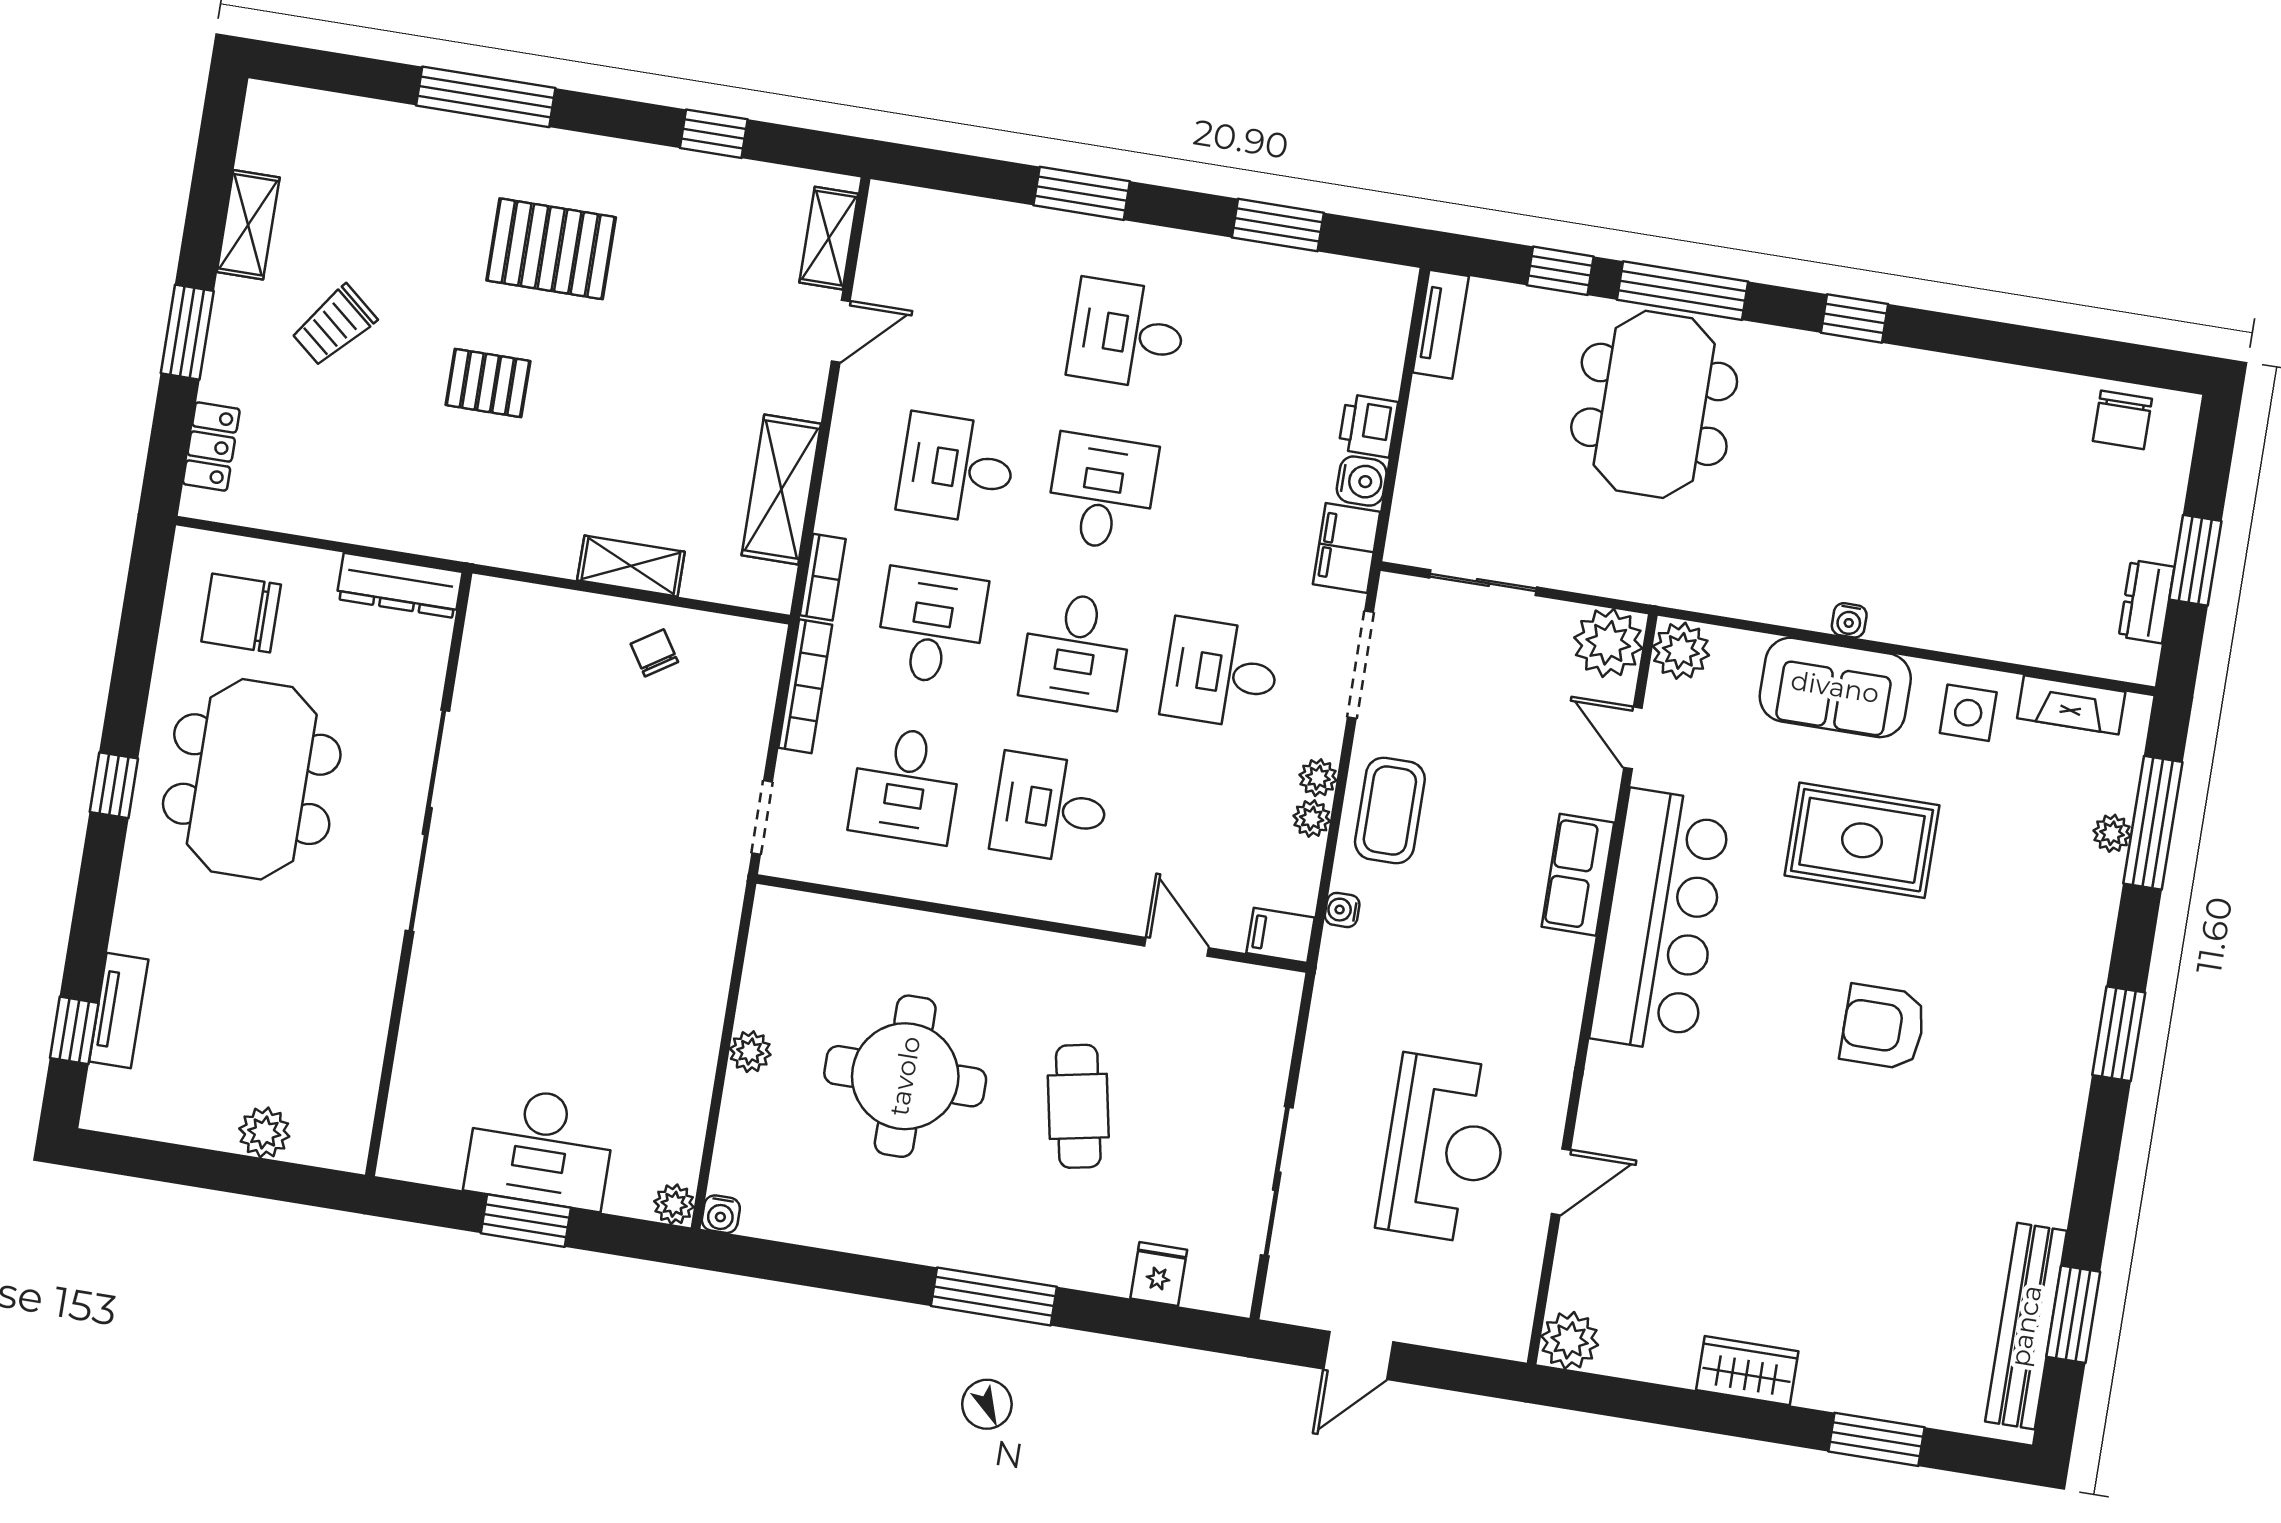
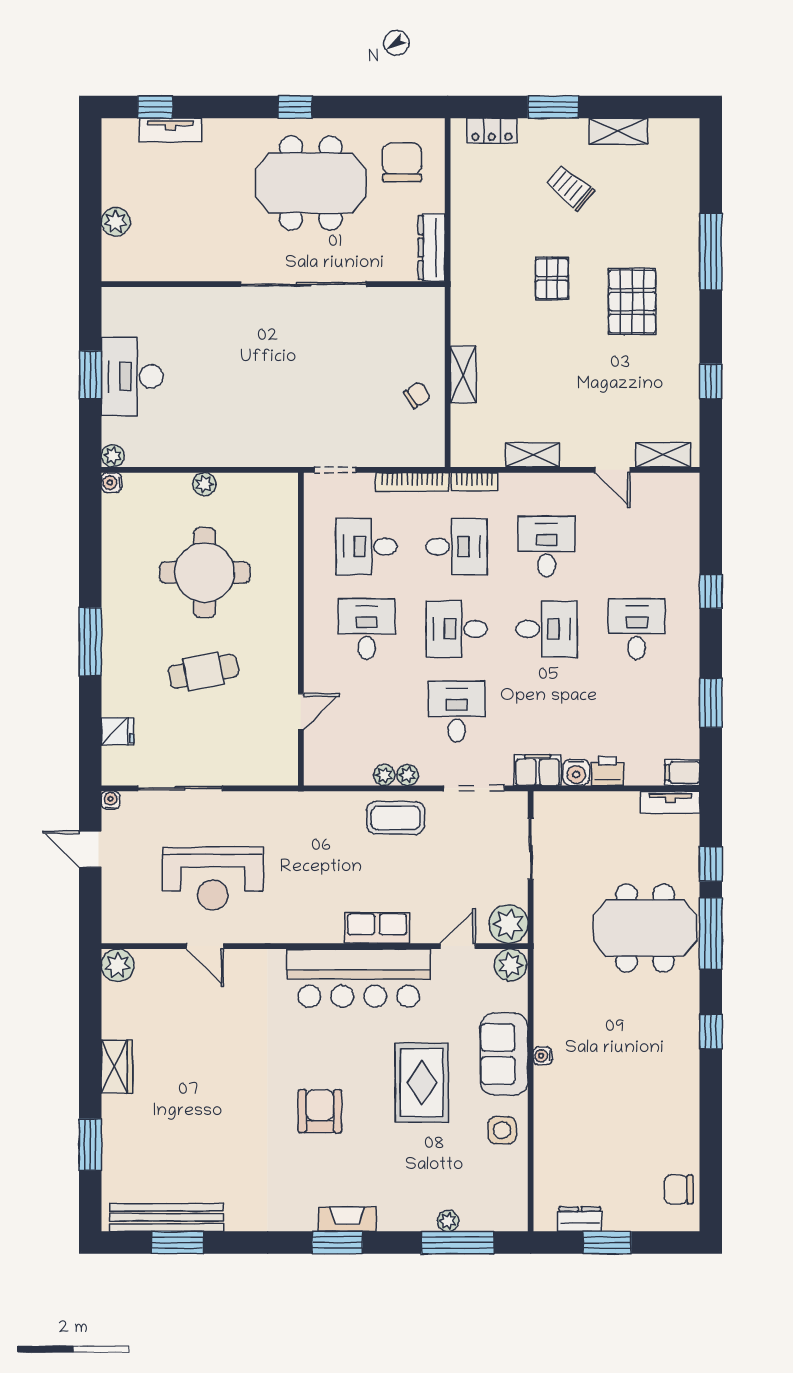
window: (1082, 193) -> (711, 591), width x0.67
shelving: (781, 490) -> (533, 455), width x0.67, depth x0.75
fireplace: (2071, 705) -> (347, 1219), moved, turned 90
water cooler: (1342, 910) -> (111, 800), moved
filing cabinet: (1280, 935) -> (682, 773), moved, turned -90

